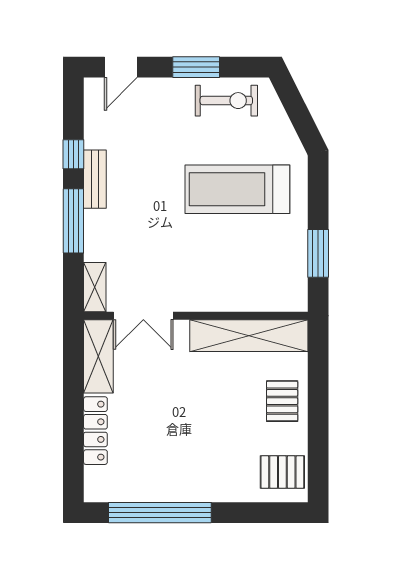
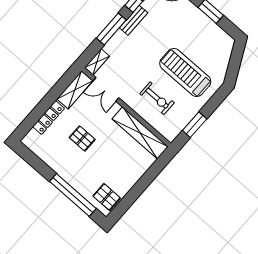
exercise bike: (226, 101) -> (157, 98), moved
pallet: (282, 401) -> (82, 138), moved, turned 90
window: (160, 513) -> (73, 195), moved

